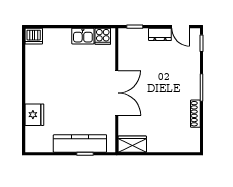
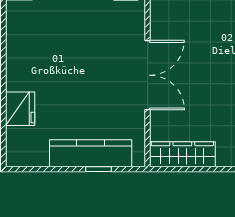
wardrobe: (132, 144) -> (182, 154), width x1.50

